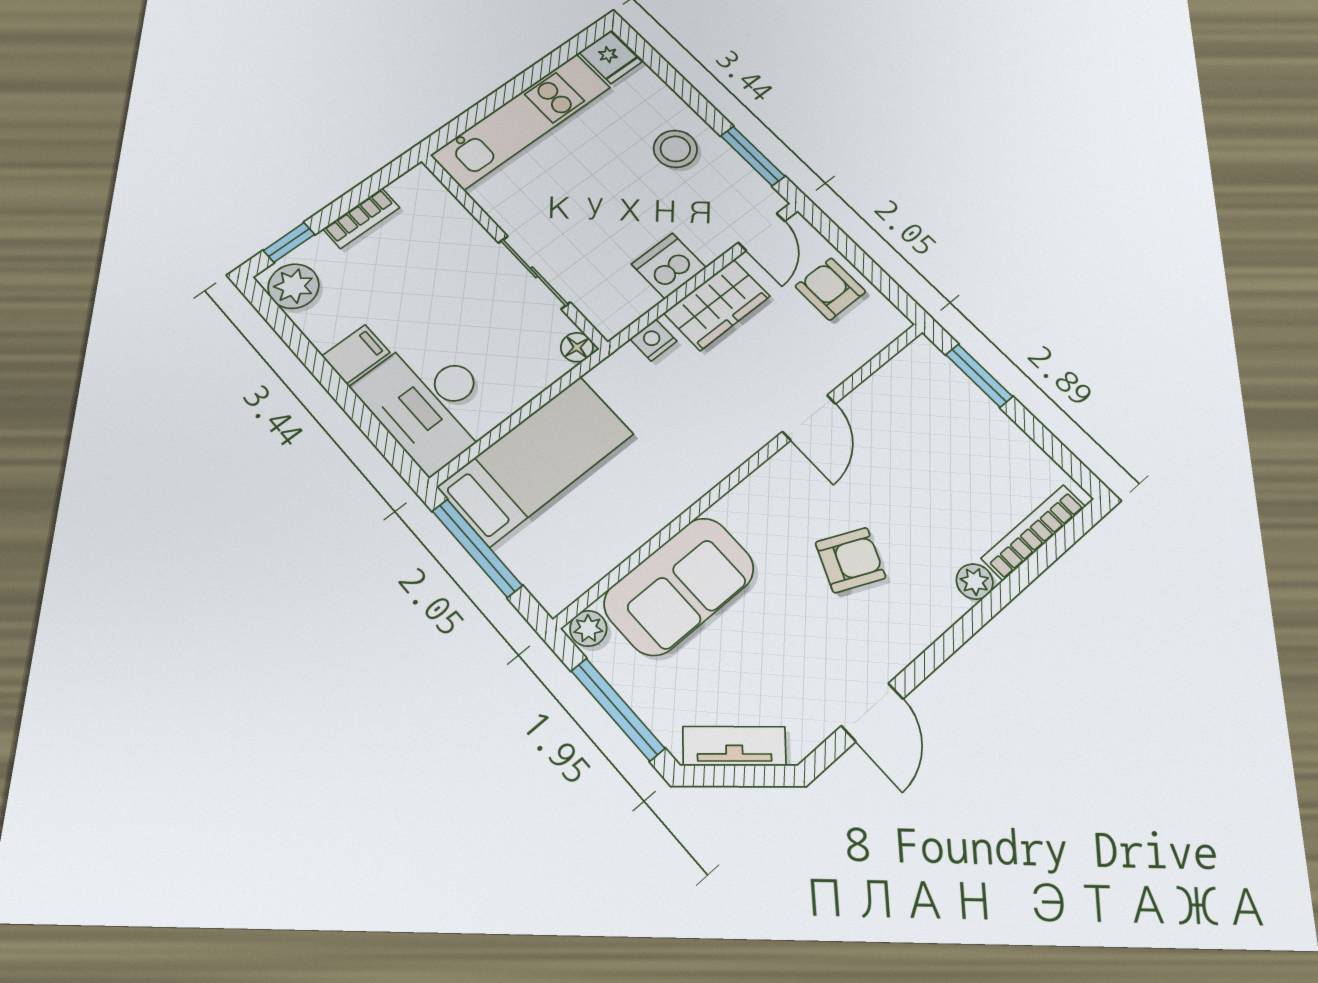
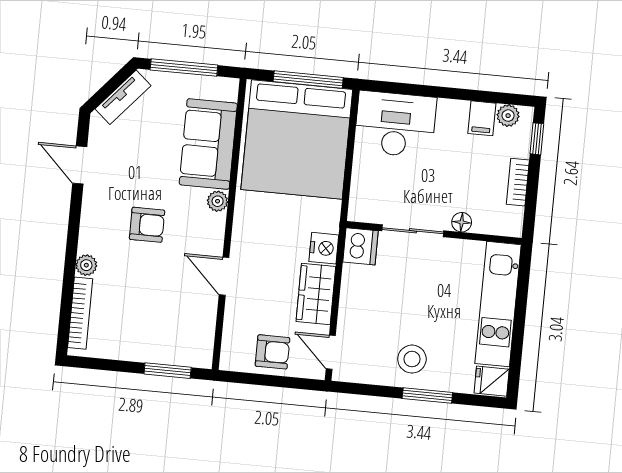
window: (753, 156) -> (427, 396), moved
dishwasher: (669, 266) -> (360, 246), moved
plant: (294, 286) -> (508, 116), width x0.73, depth x0.73
nightstand: (653, 340) -> (324, 248), width x1.39, depth x1.35
floor lamp: (577, 347) -> (462, 222), moved
filing cabinet: (356, 354) -> (482, 118), moved
bed: (536, 460) -> (297, 139), width x2.04
armchair: (850, 560) -> (147, 225), turned -114
plant: (588, 628) -> (218, 201), moved

